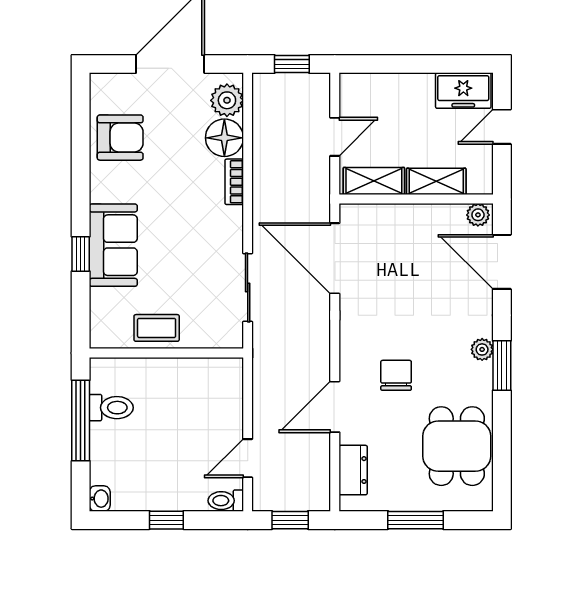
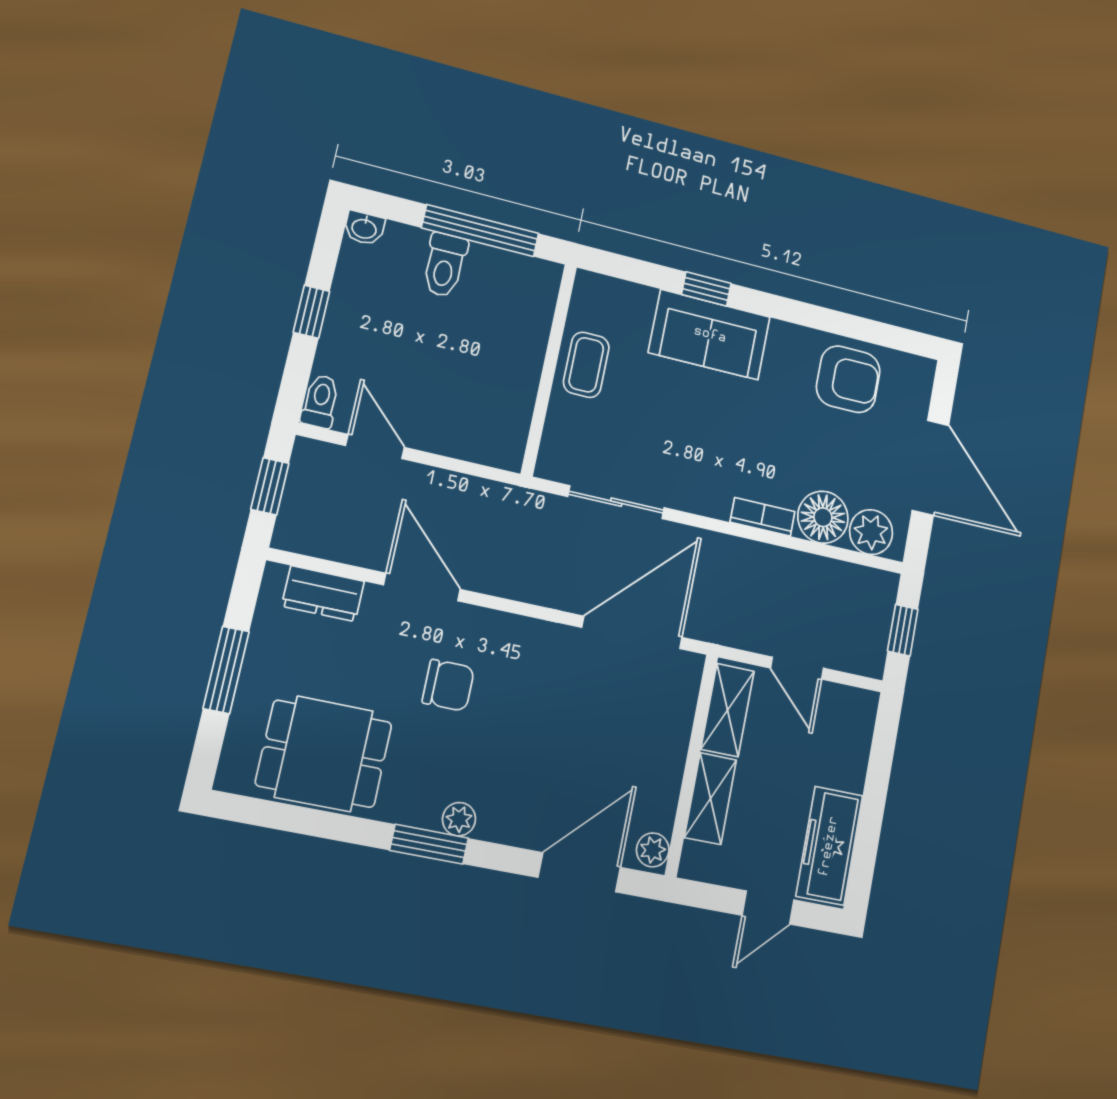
freezer: (463, 91) -> (829, 846), width x1.40
door: (502, 127) -> (768, 908), swing flipped
armchair: (120, 138) -> (848, 379), turned -90
toilet: (111, 408) -> (445, 265), moved

